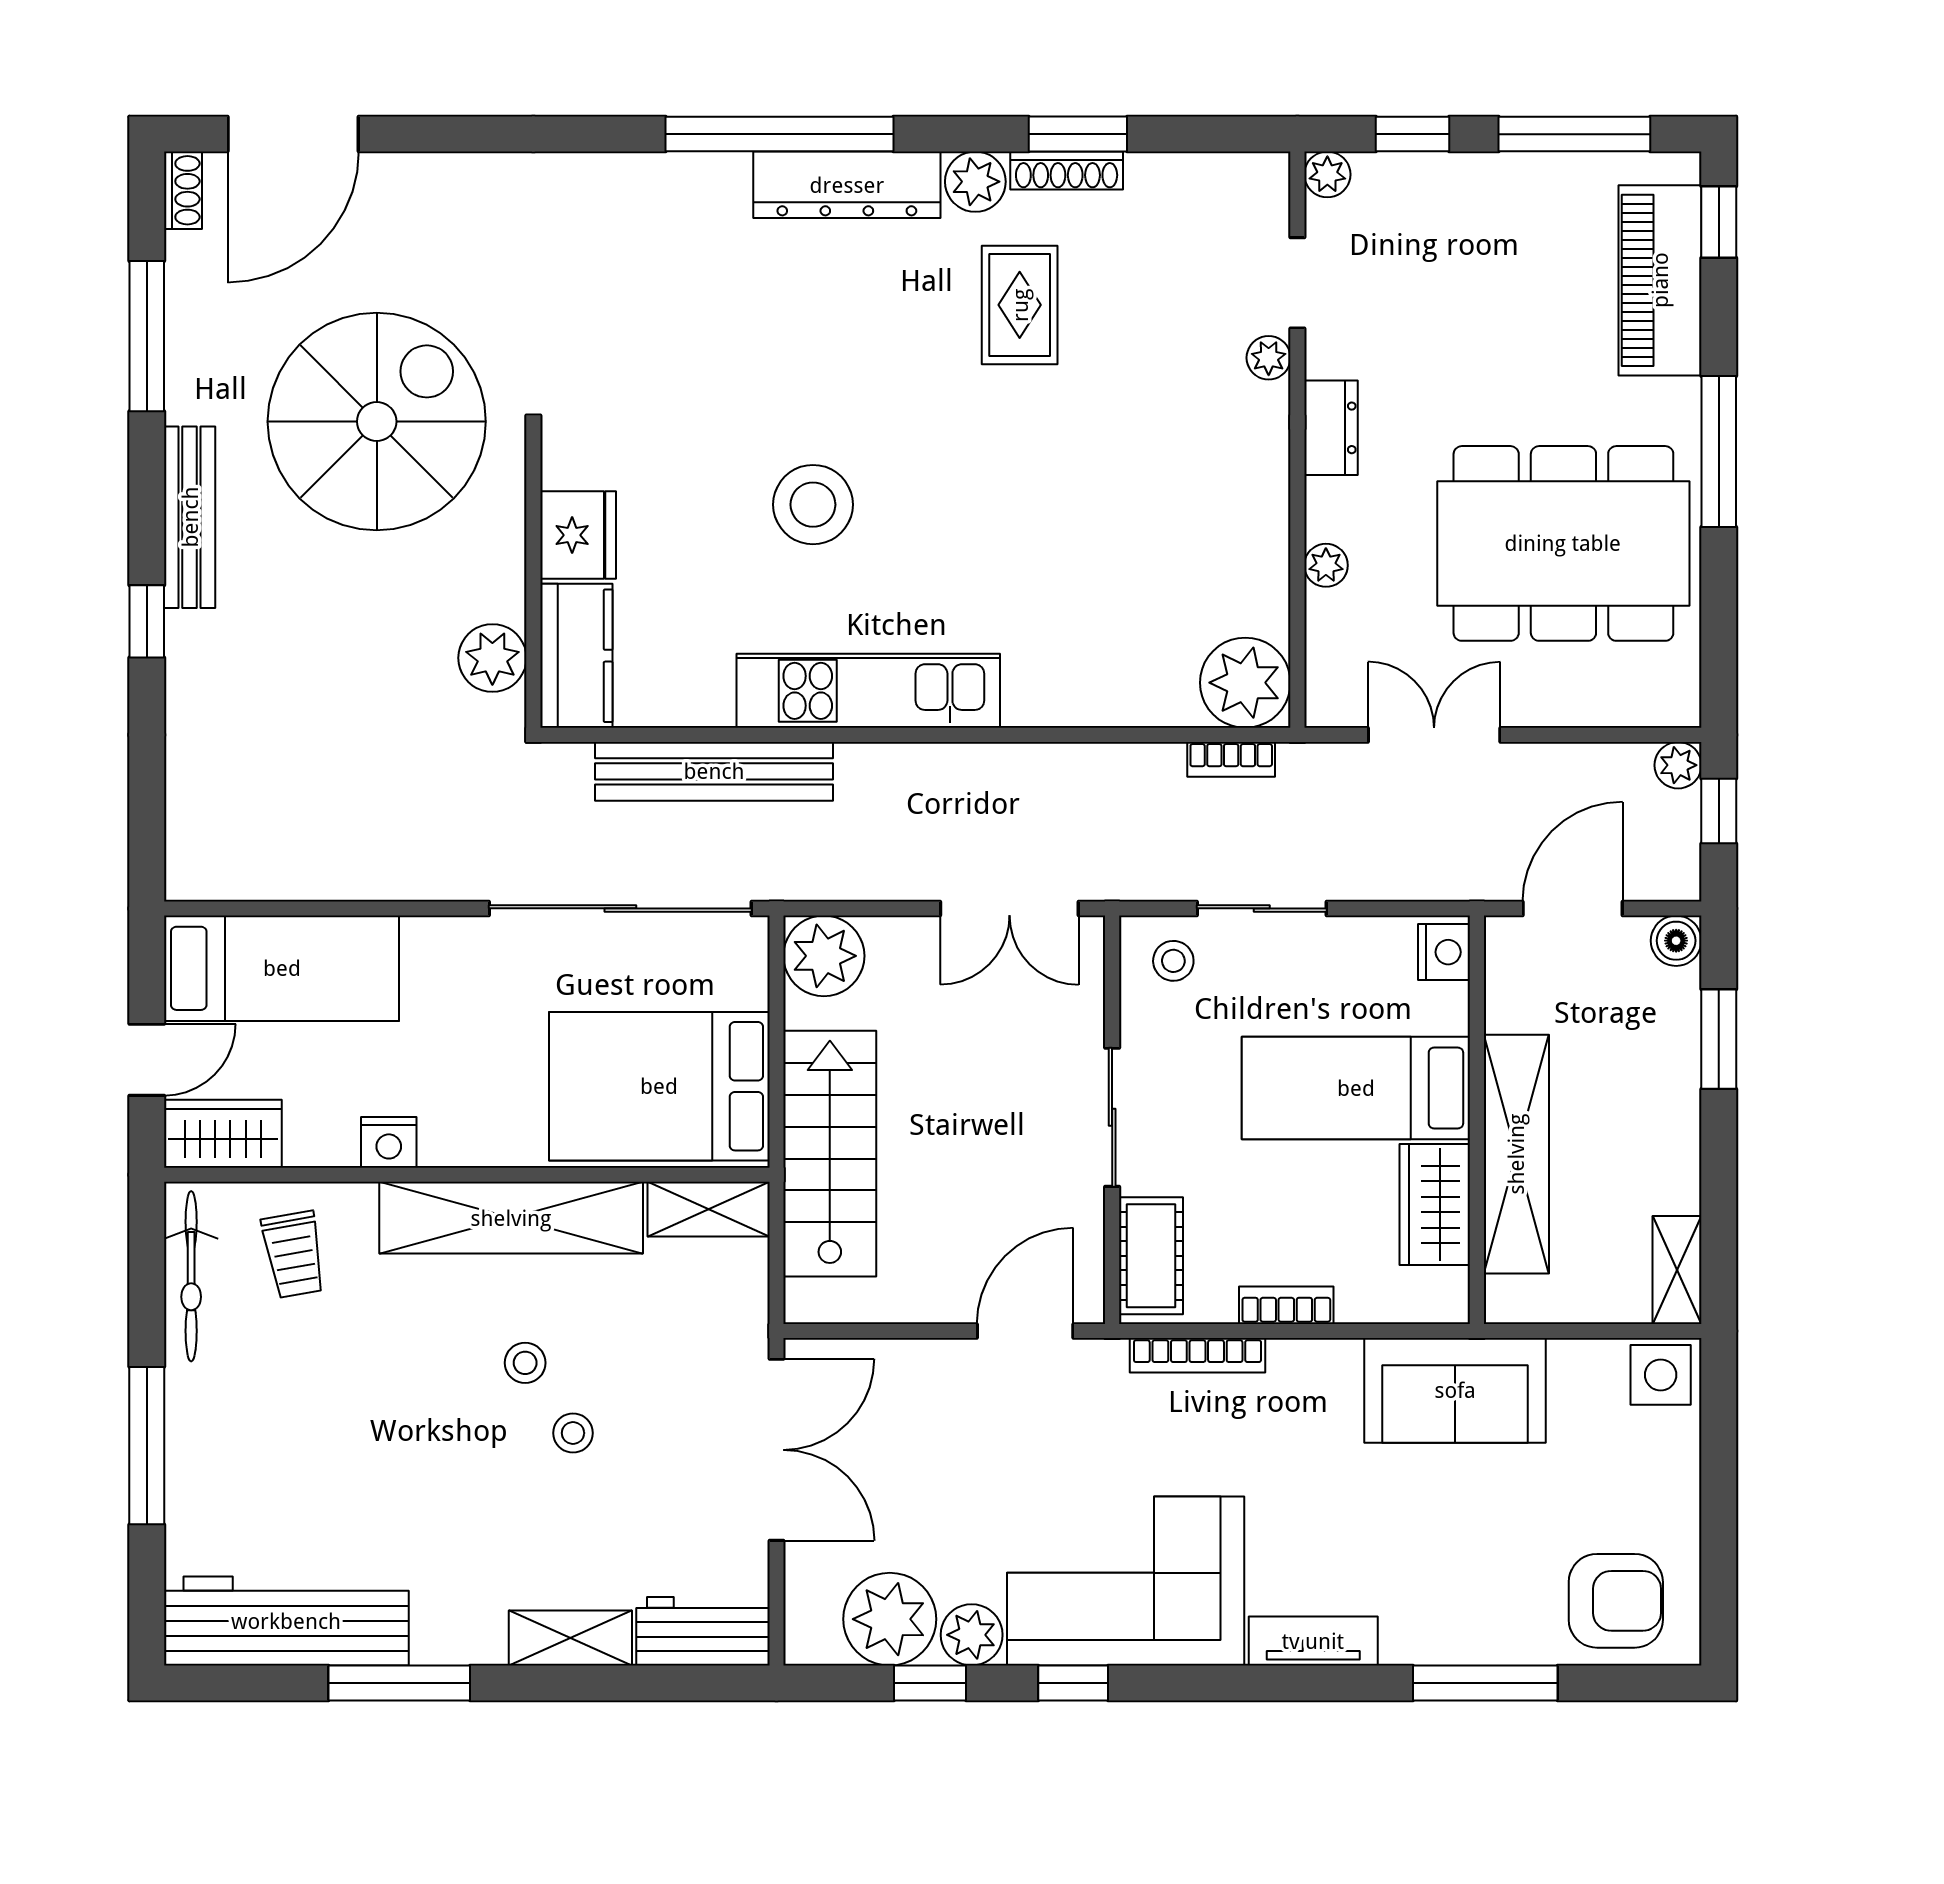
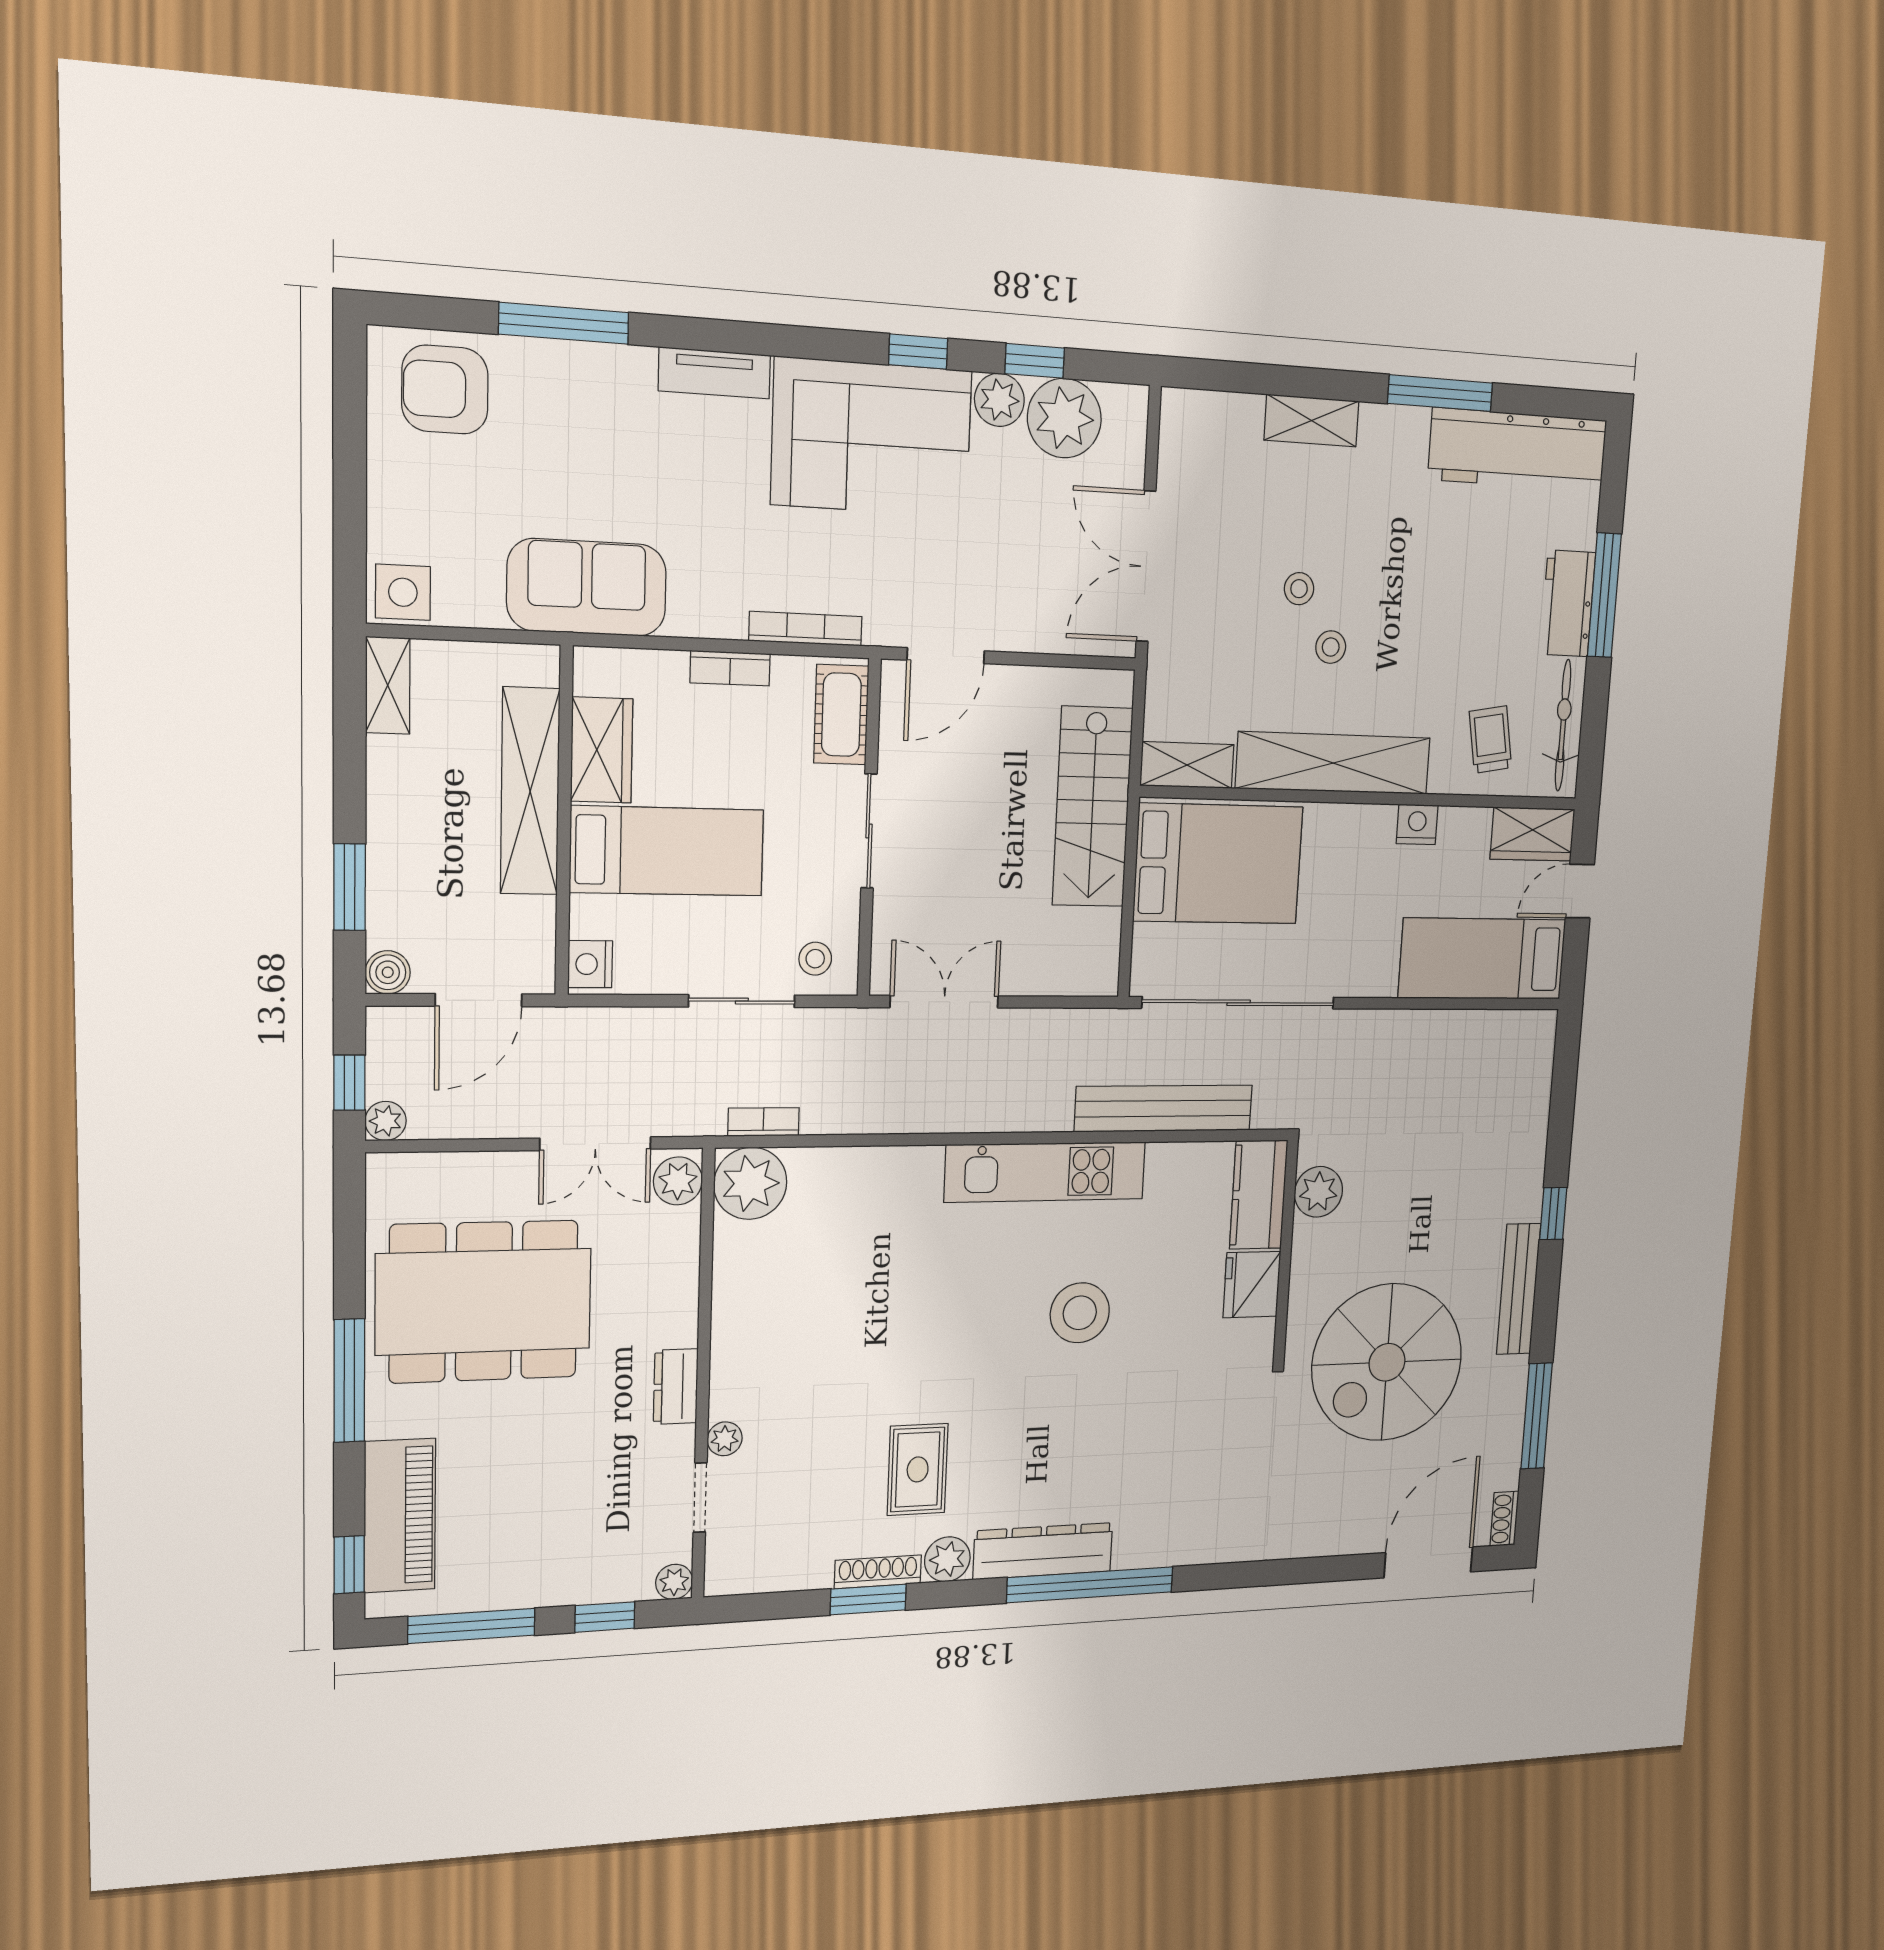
plant: (1326, 565) -> (678, 1181), moved, width x1.38, depth x1.38
plant: (824, 956) -> (1089, 965), removed
workbench: (703, 1631) -> (1568, 603), moved, turned 90

